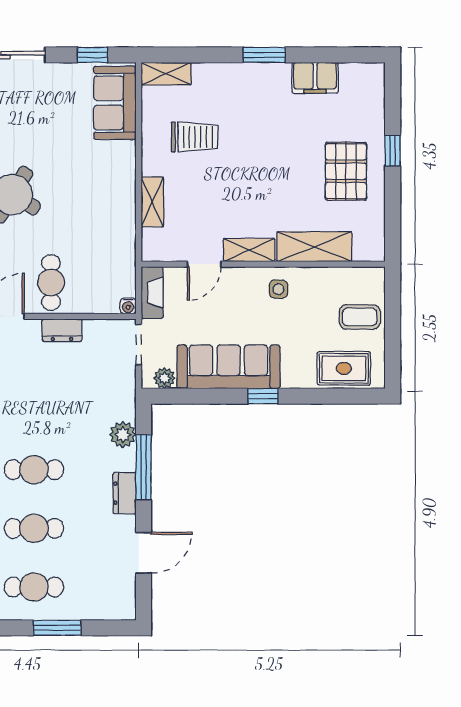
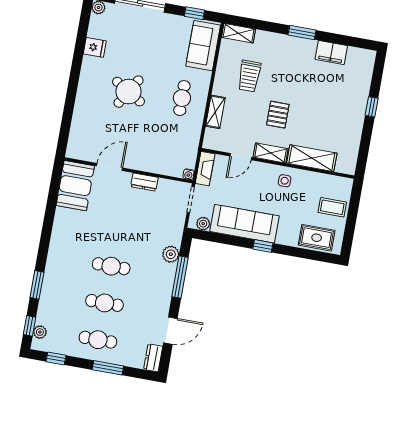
trolley: (195, 137) -> (249, 76), turned 90
pallet: (346, 171) -> (278, 115), moved, width x0.67, depth x0.71
cafe table: (51, 282) -> (182, 98), moved
dresser: (124, 493) -> (153, 358), moved

